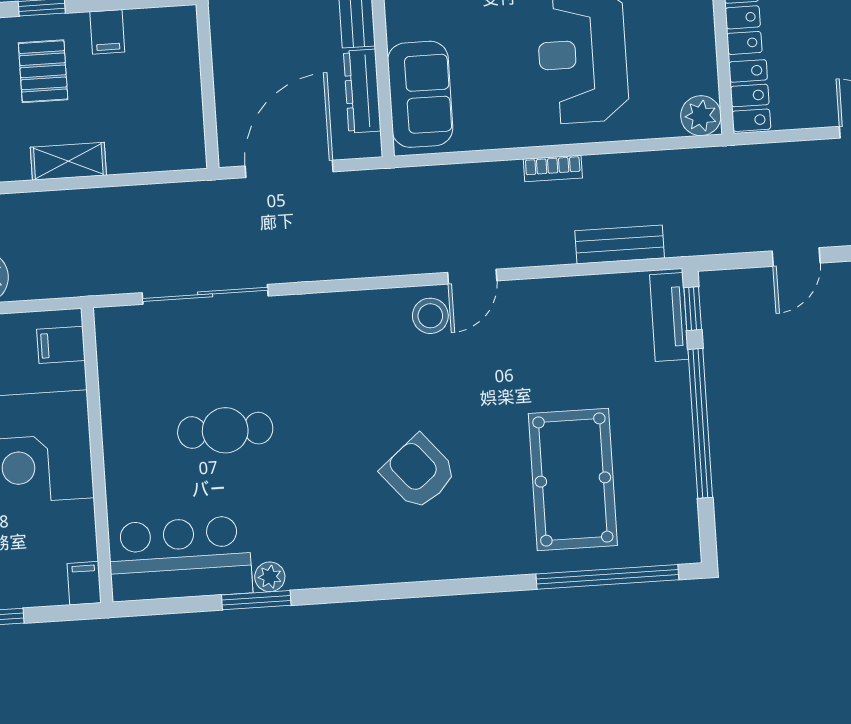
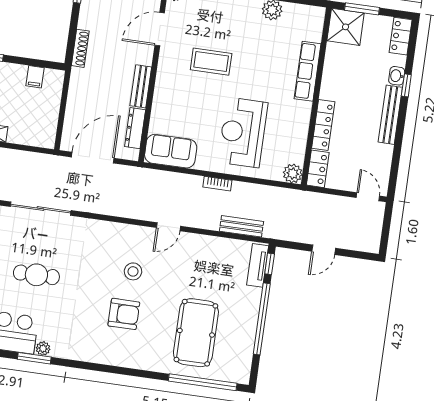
filing cabinet: (107, 32) -> (35, 77), moved
sofa: (420, 94) -> (171, 151), moved, turned -90
stool: (430, 316) -> (133, 271), moved
armchair: (419, 472) -> (124, 314), turned 130

